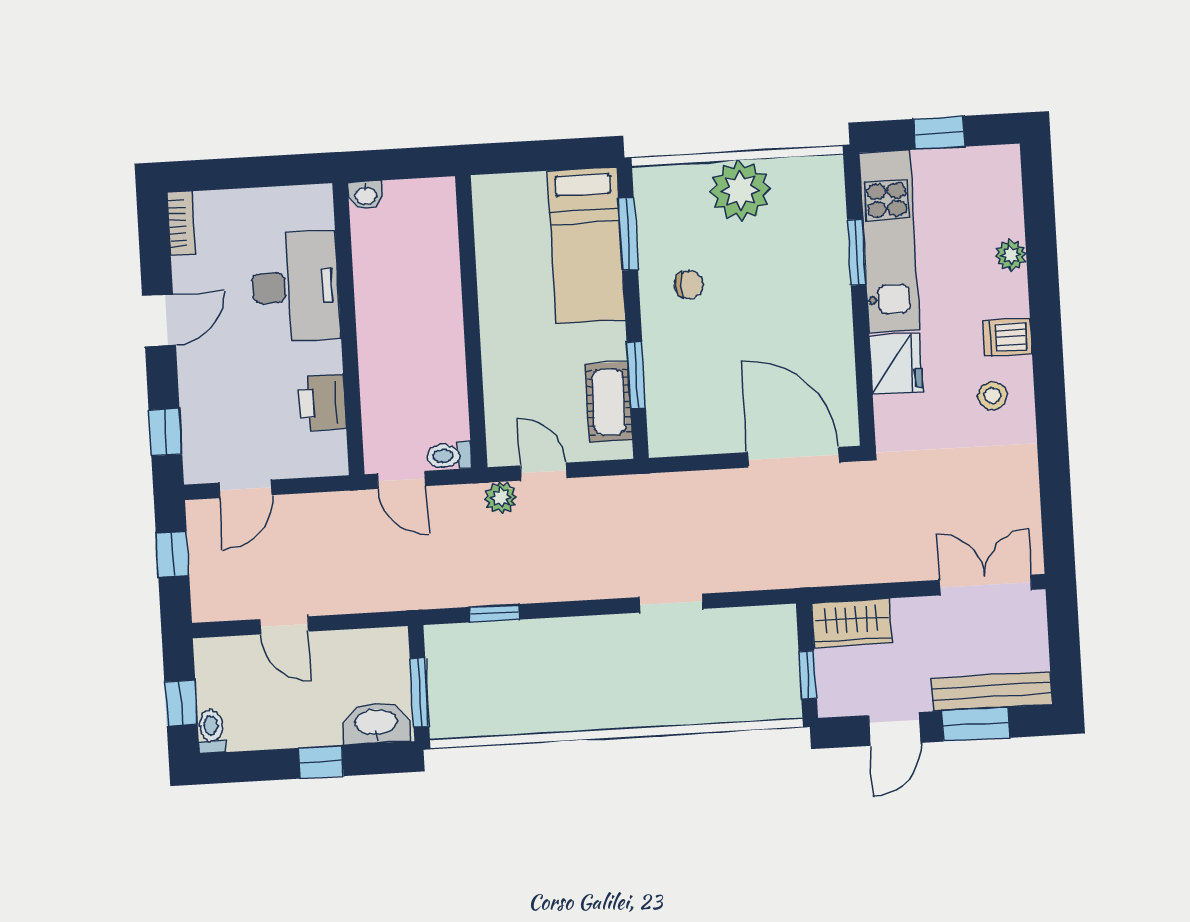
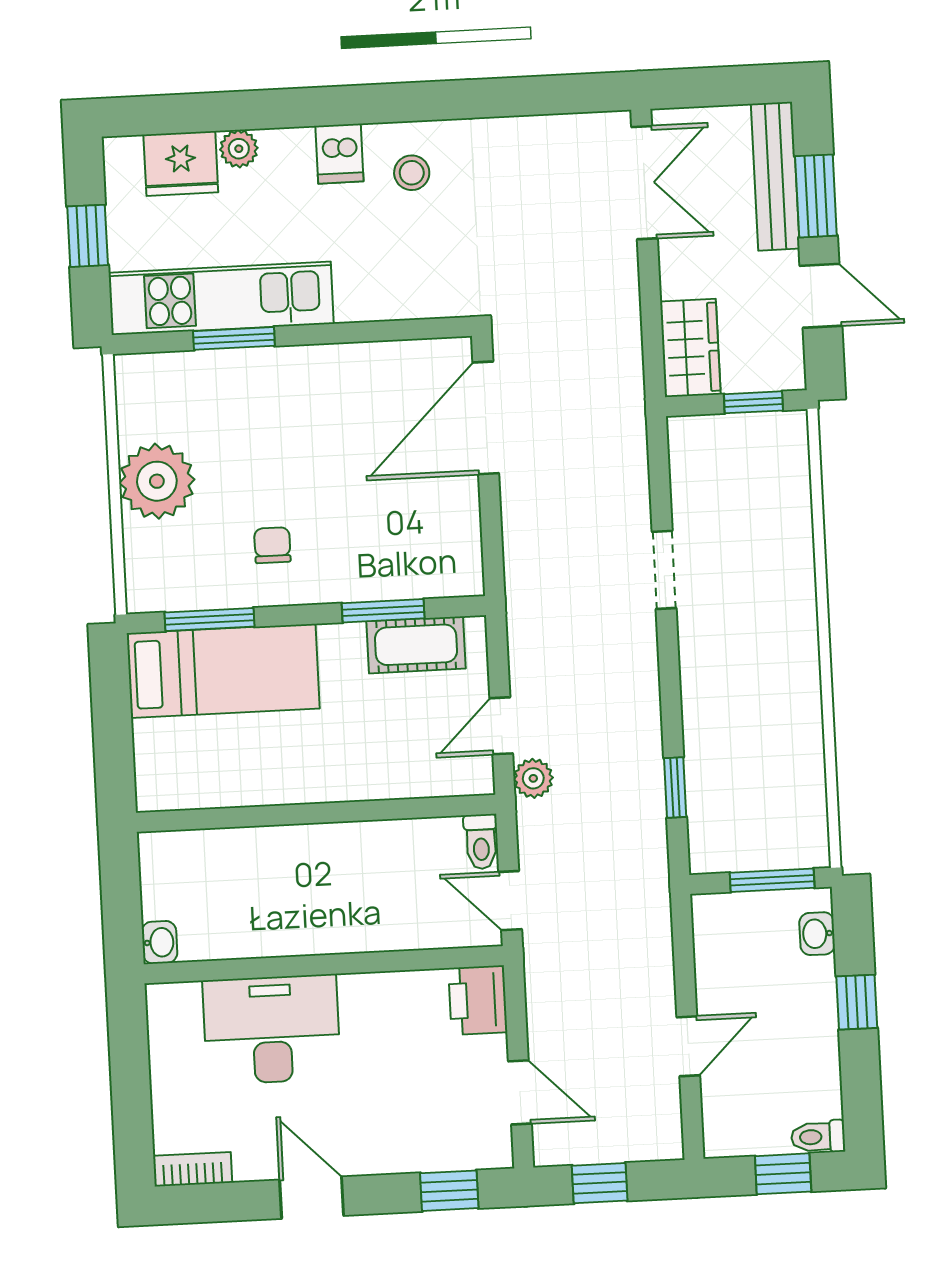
fridge: (896, 364) -> (181, 163), moved, turned 180
printer: (322, 403) -> (478, 1000), moved, turned 90
door: (401, 480) -> (510, 901), swing flipped
double door: (985, 585) -> (645, 183), swing flipped
washbasin: (376, 723) -> (817, 934), width x0.52, depth x0.69

